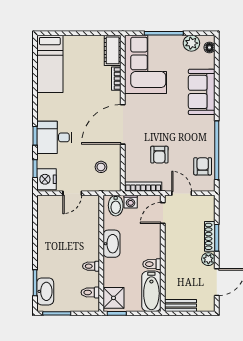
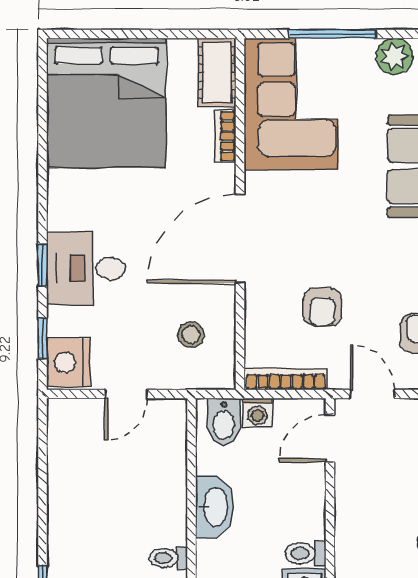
bed: (50, 64) -> (106, 103), width x2.04

